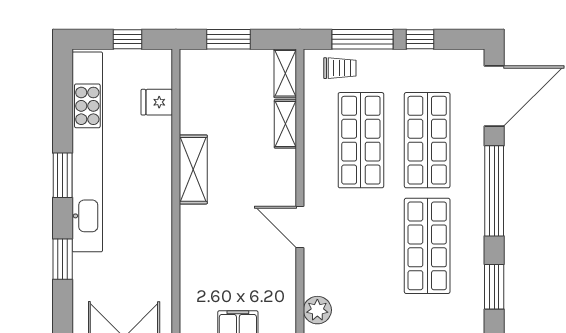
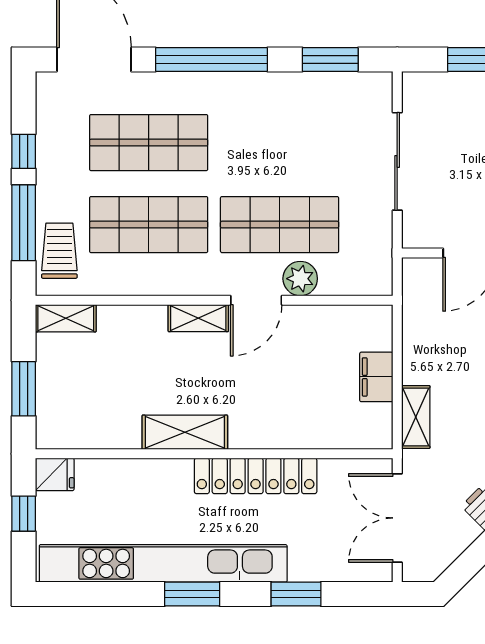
trolley: (340, 68) -> (59, 251), width x1.36, depth x1.39
fridge: (157, 102) -> (55, 474), moved, turned -90
shelving: (285, 124) -> (198, 318), moved
locker: (158, 226) -> (256, 476), added
shop shelf: (427, 246) -> (280, 225), moved
plant: (317, 310) -> (300, 279), moved

